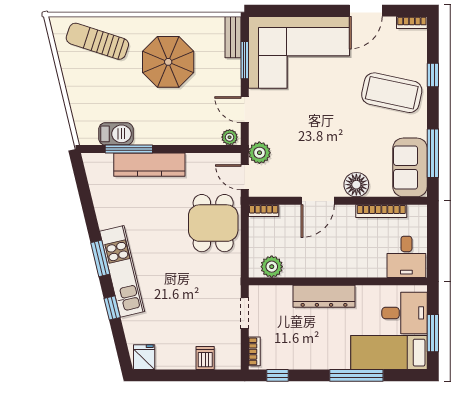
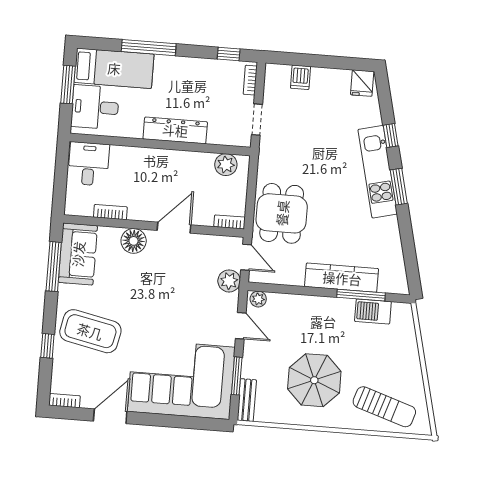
bookcase: (381, 211) -> (110, 212), width x0.64

